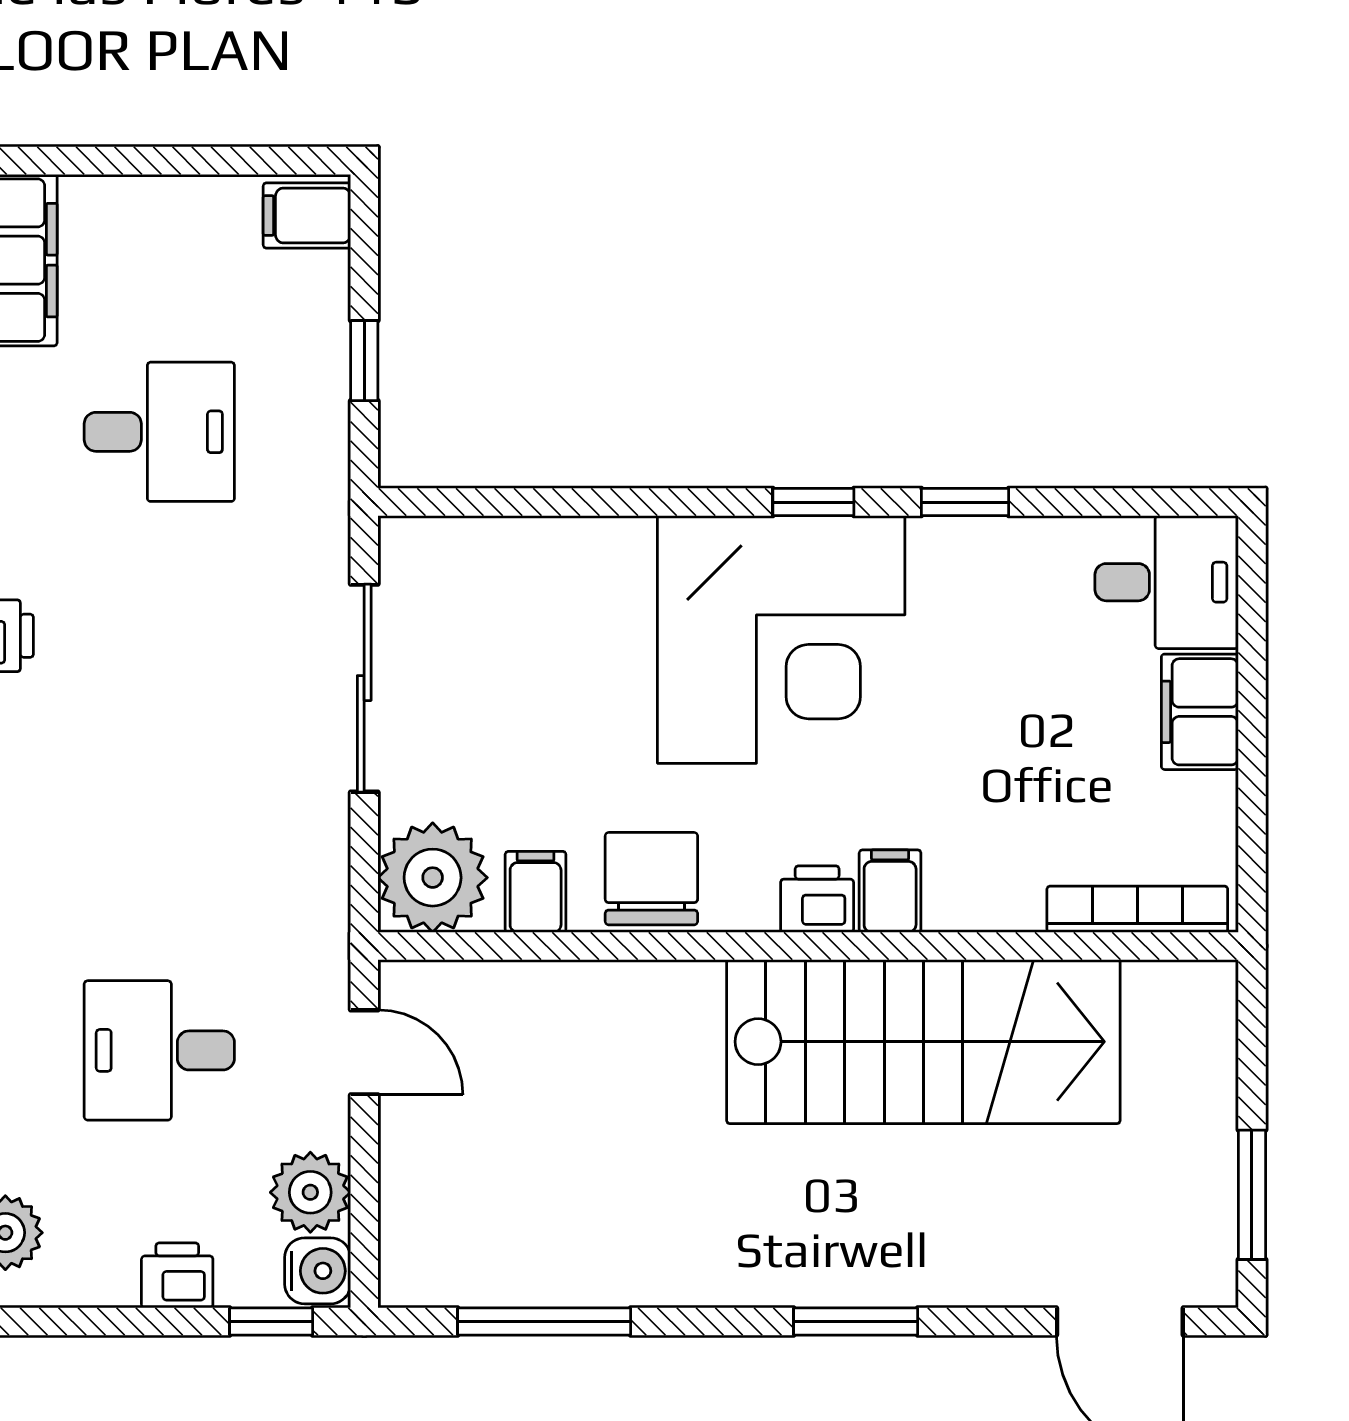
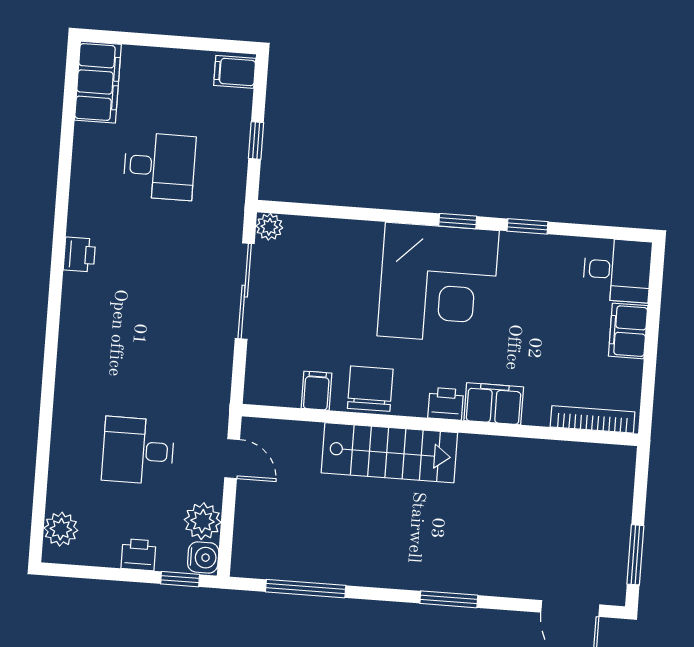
plant: (433, 878) -> (269, 227), moved, width x0.53, depth x0.53
filing cabinet: (890, 891) -> (494, 404), width x2.00
stairs: (923, 1042) -> (389, 453), moved, width x0.73, depth x0.66

